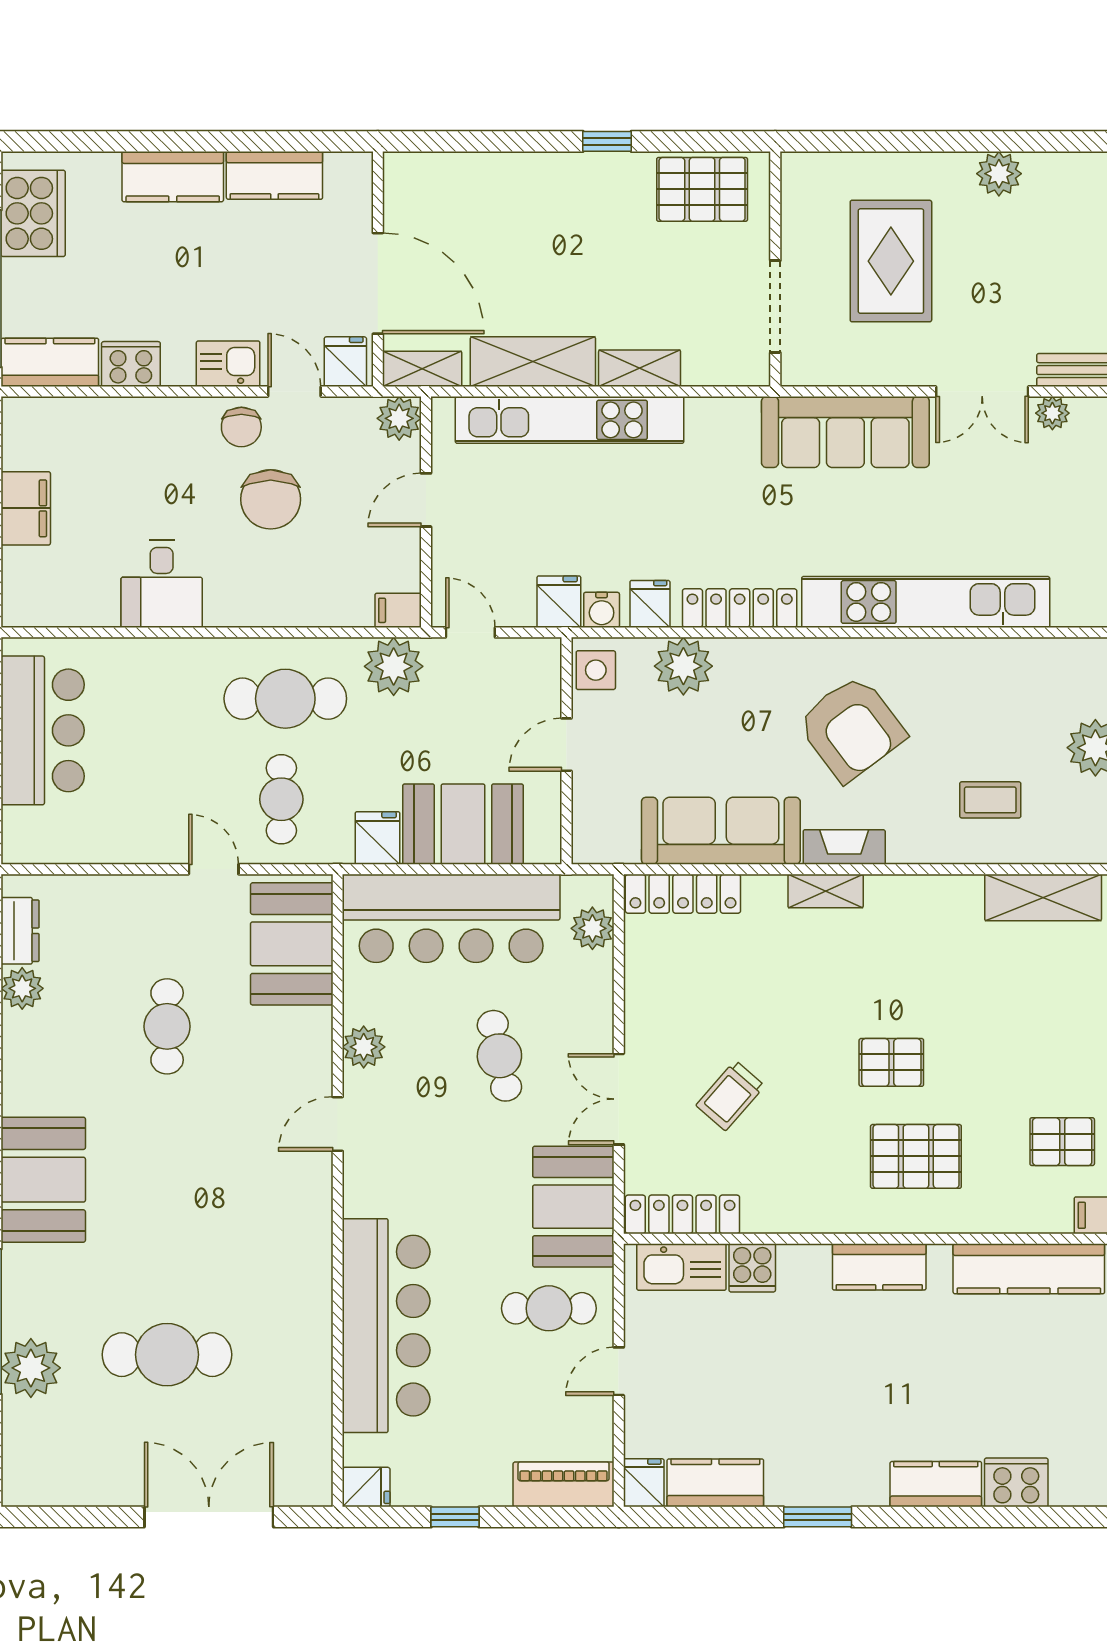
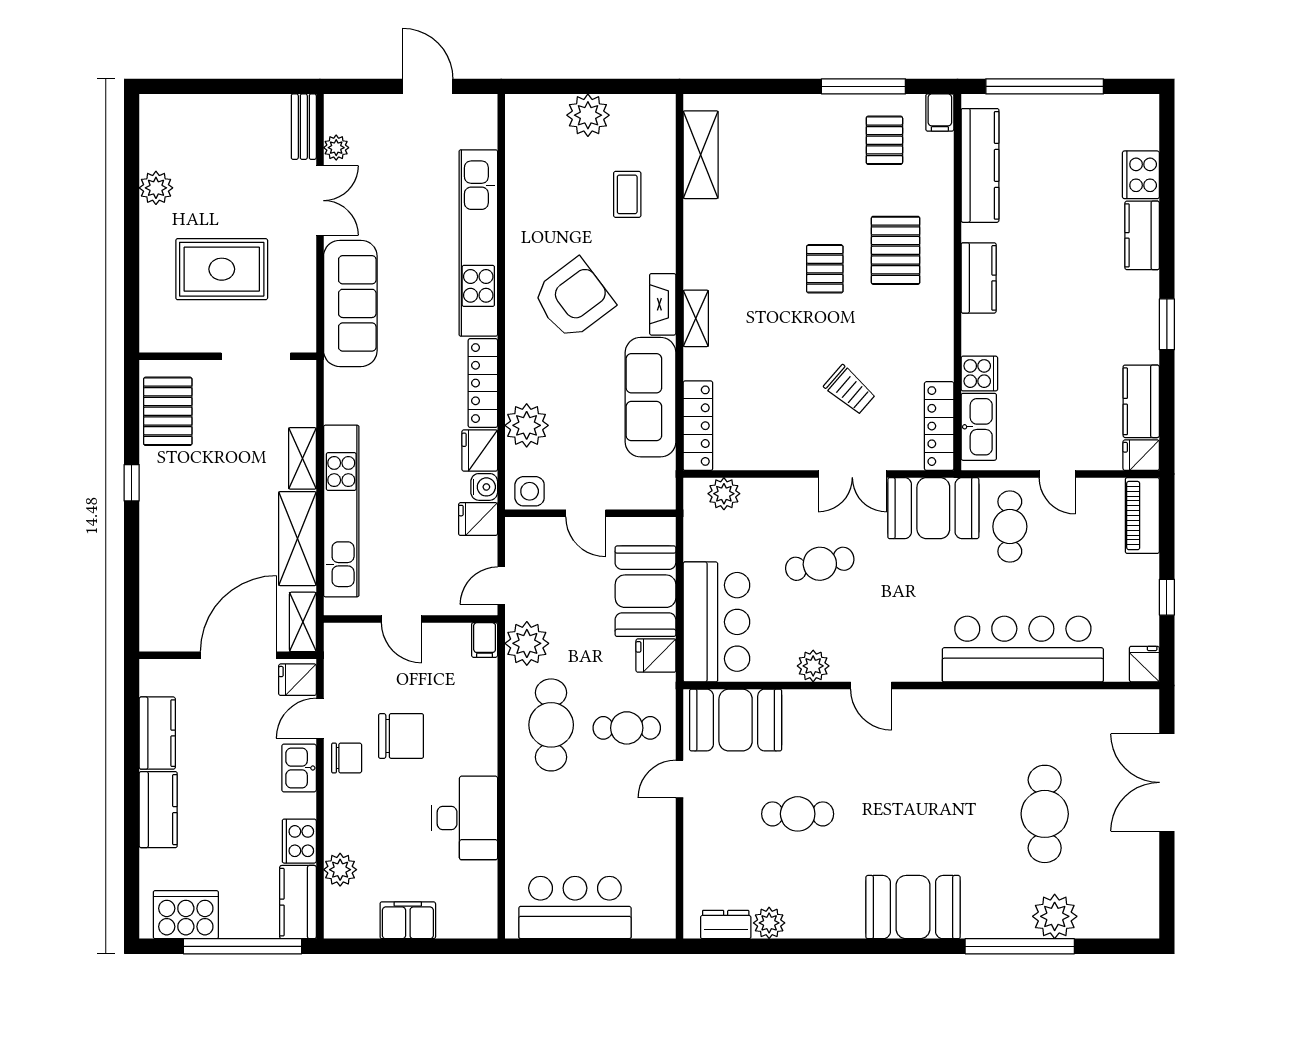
plant: (399, 418) -> (340, 870), moved
desk: (162, 584) -> (465, 818), width x1.37
fridge: (650, 604) -> (480, 451), width x1.38
bar counter: (451, 918) -> (716, 622), width x0.73

